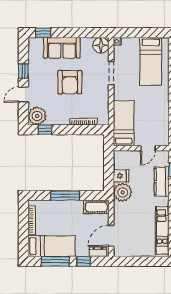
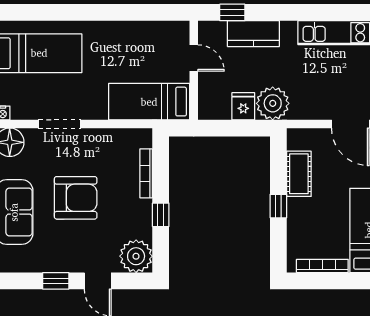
window: (45, 130) -> (161, 215), moved
window: (65, 196) -> (278, 206), width x0.46
cot: (96, 207) -> (299, 174), moved

